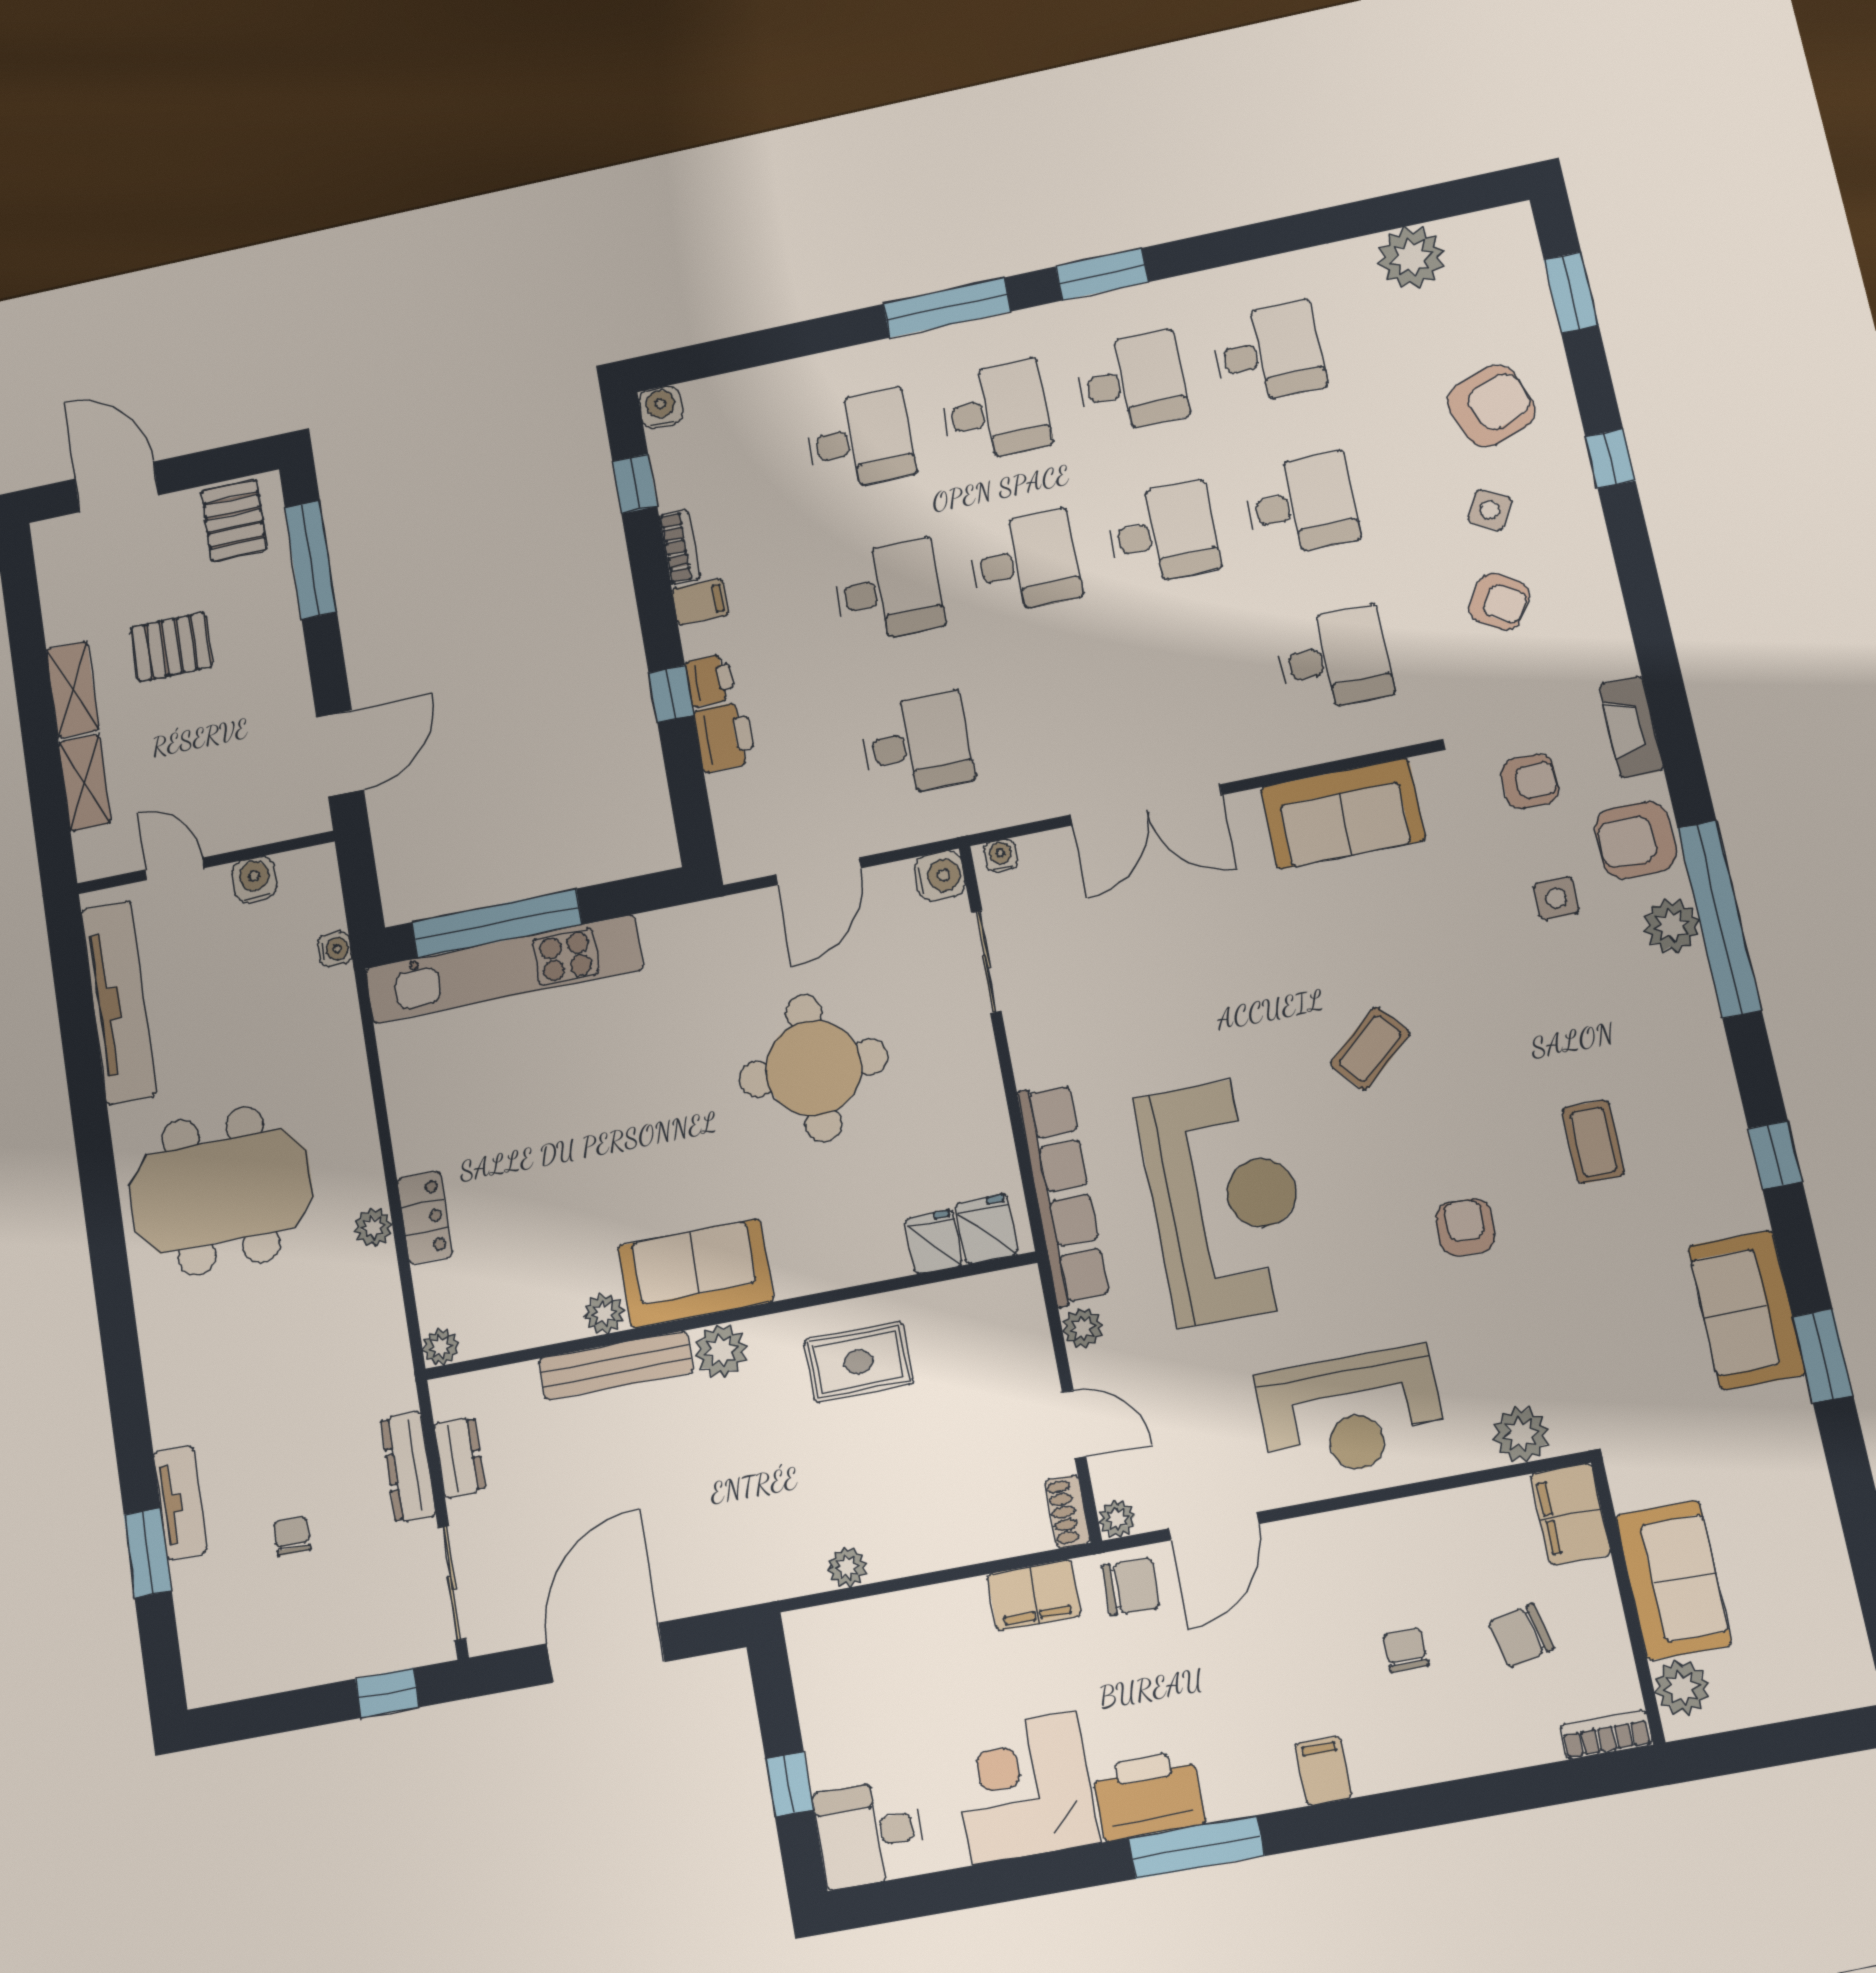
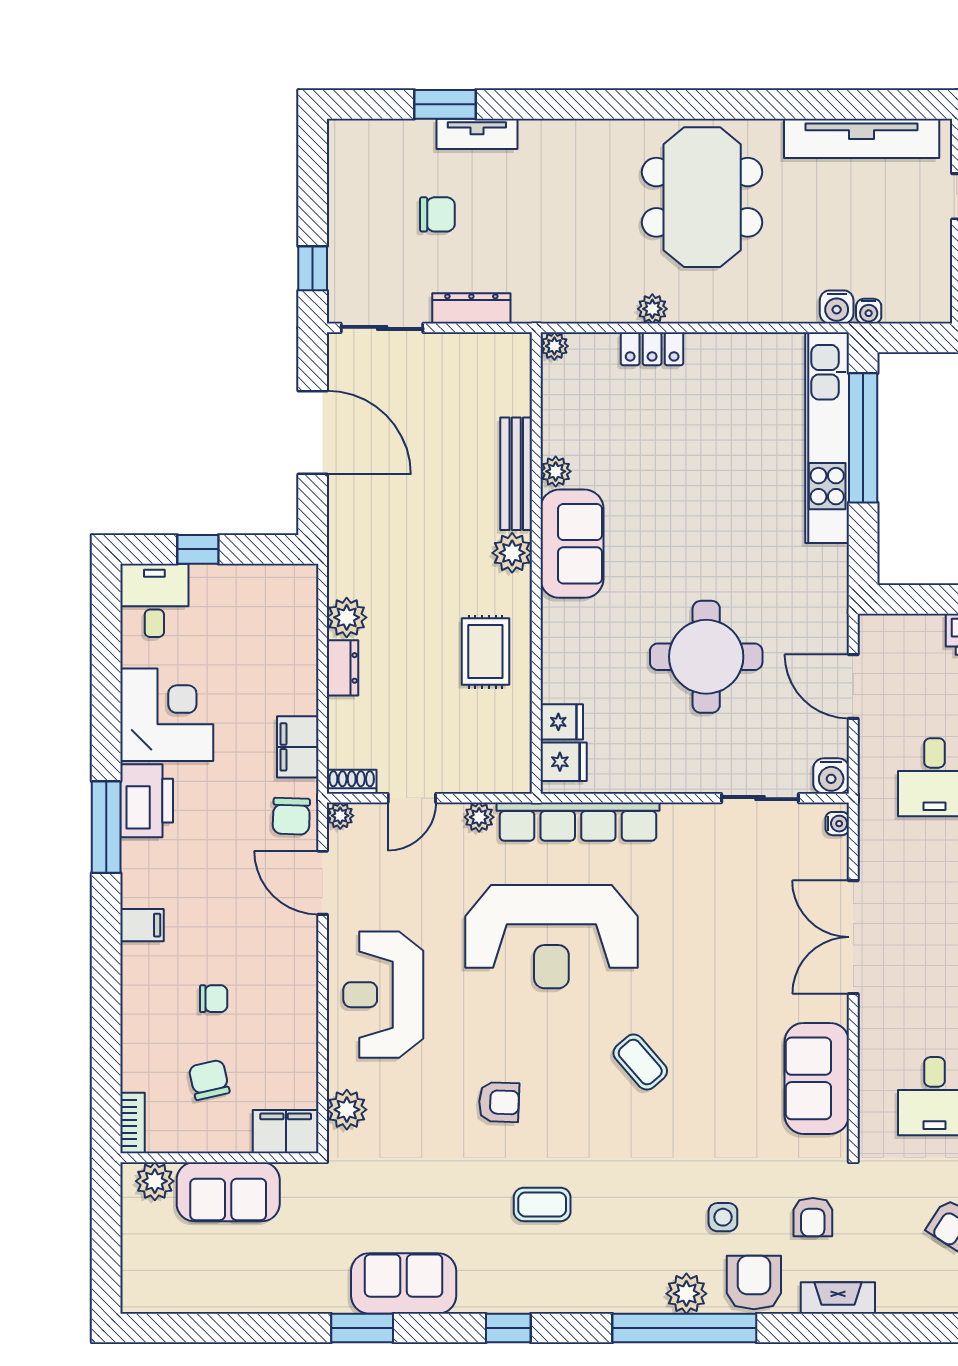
water cooler: (254, 879) -> (837, 307), moved, turned 90
dresser: (460, 1457) -> (342, 668), moved, turned -90
chair: (292, 1536) -> (437, 214), width x1.37, depth x1.37
plant: (847, 1567) -> (347, 617), width x1.38, depth x1.38

